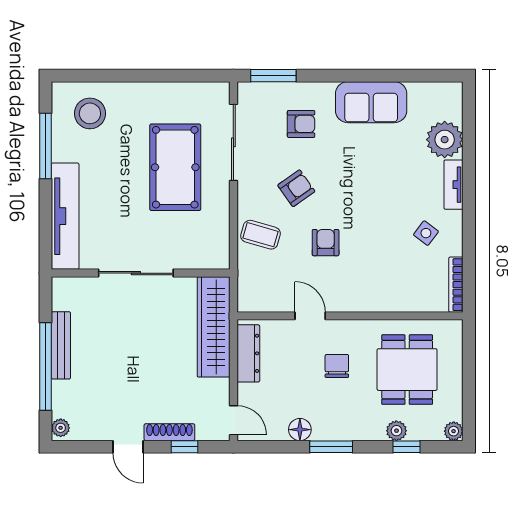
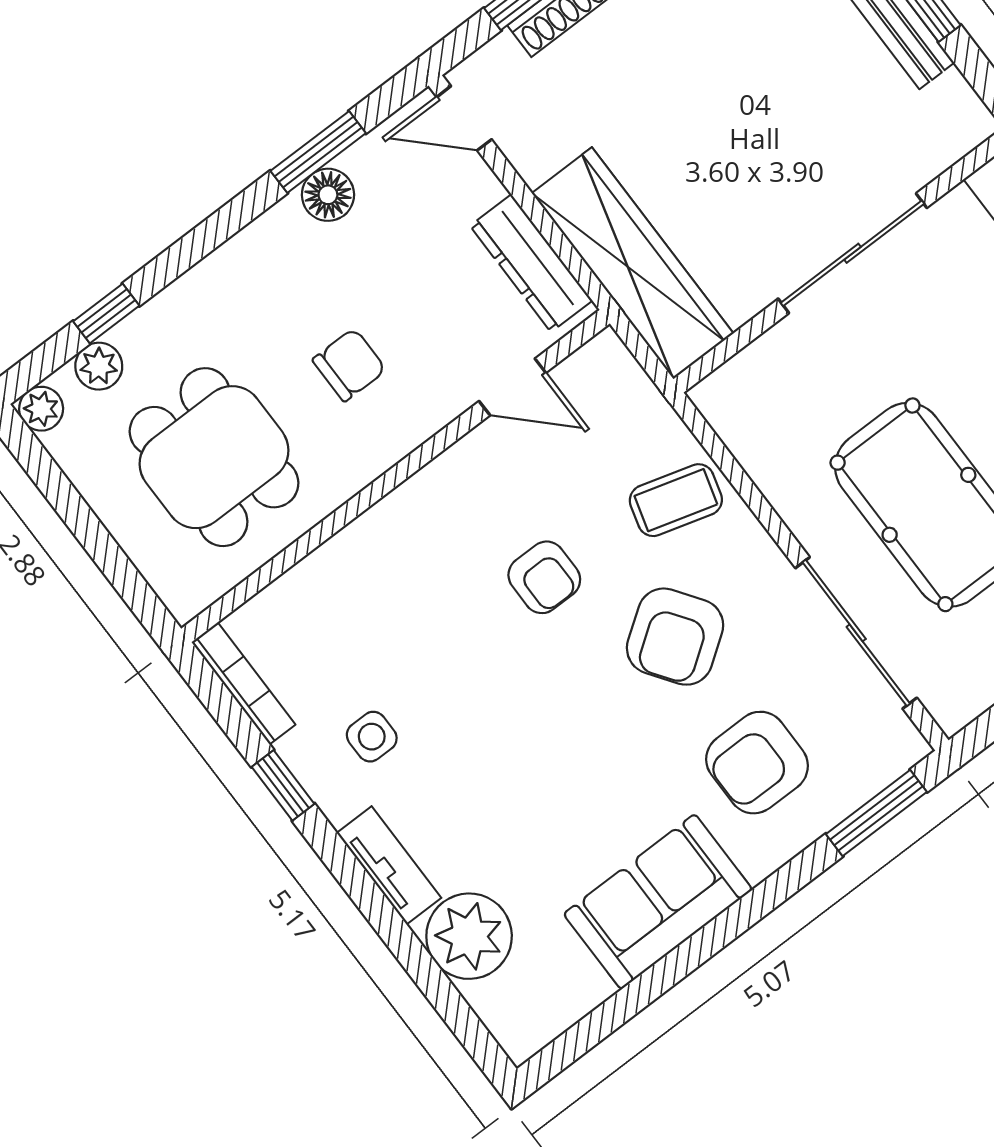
armchair: (301, 124) -> (757, 763), width x1.38, depth x1.38
armchair: (296, 188) -> (675, 637), width x1.38, depth x1.38
side table: (426, 233) -> (372, 737), turned -37
window: (469, 240) -> (283, 785), added
door: (310, 316) -> (512, 387), moved
chair: (337, 366) -> (349, 365), turned -90
plant: (396, 431) -> (99, 366), moved
window: (331, 447) -> (318, 152), moved

